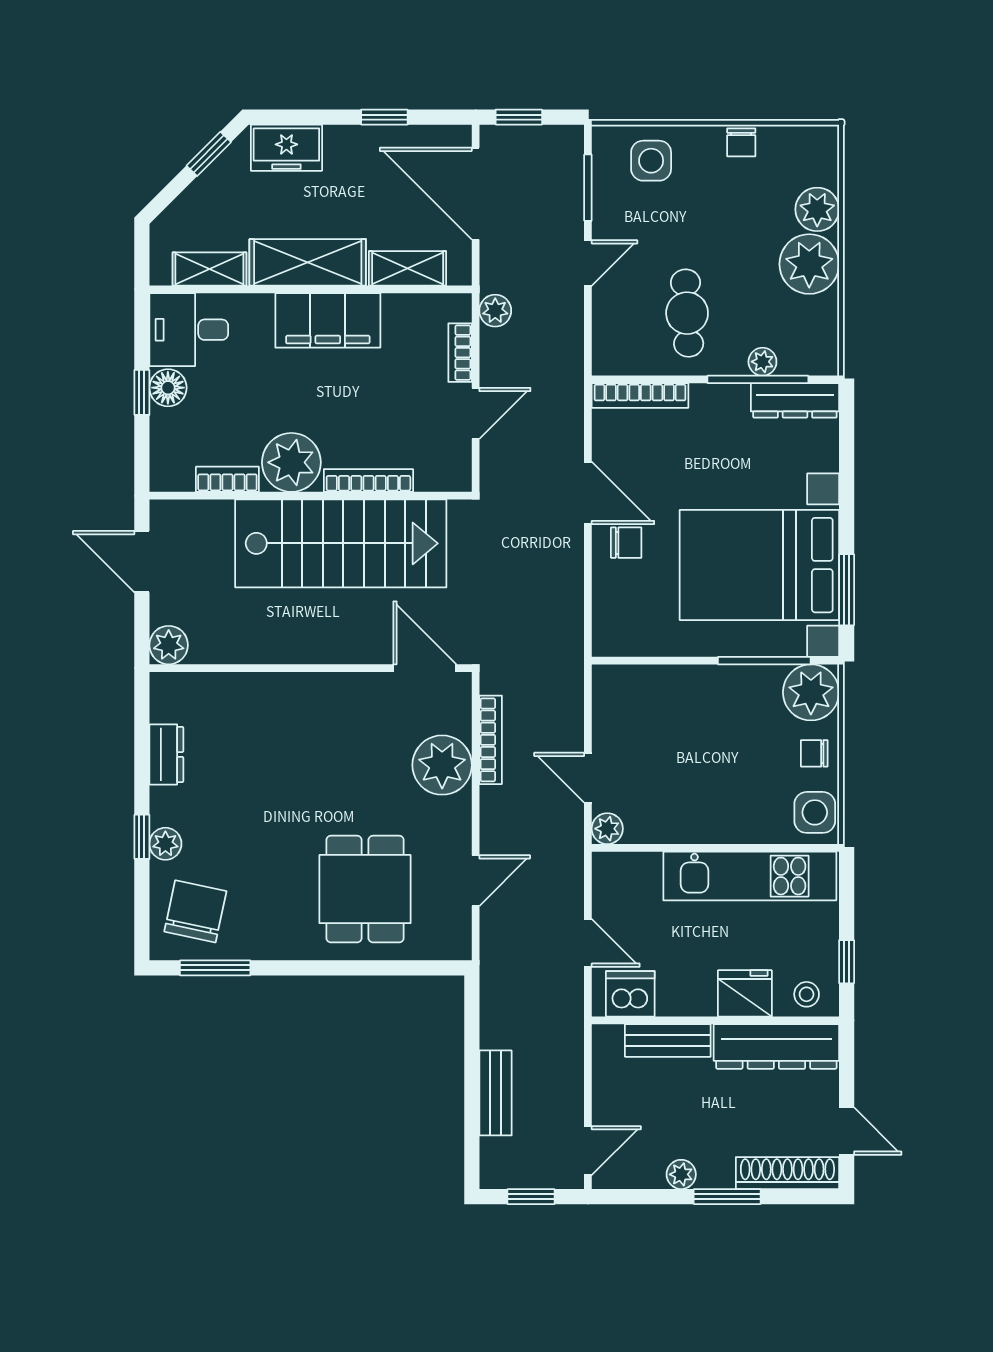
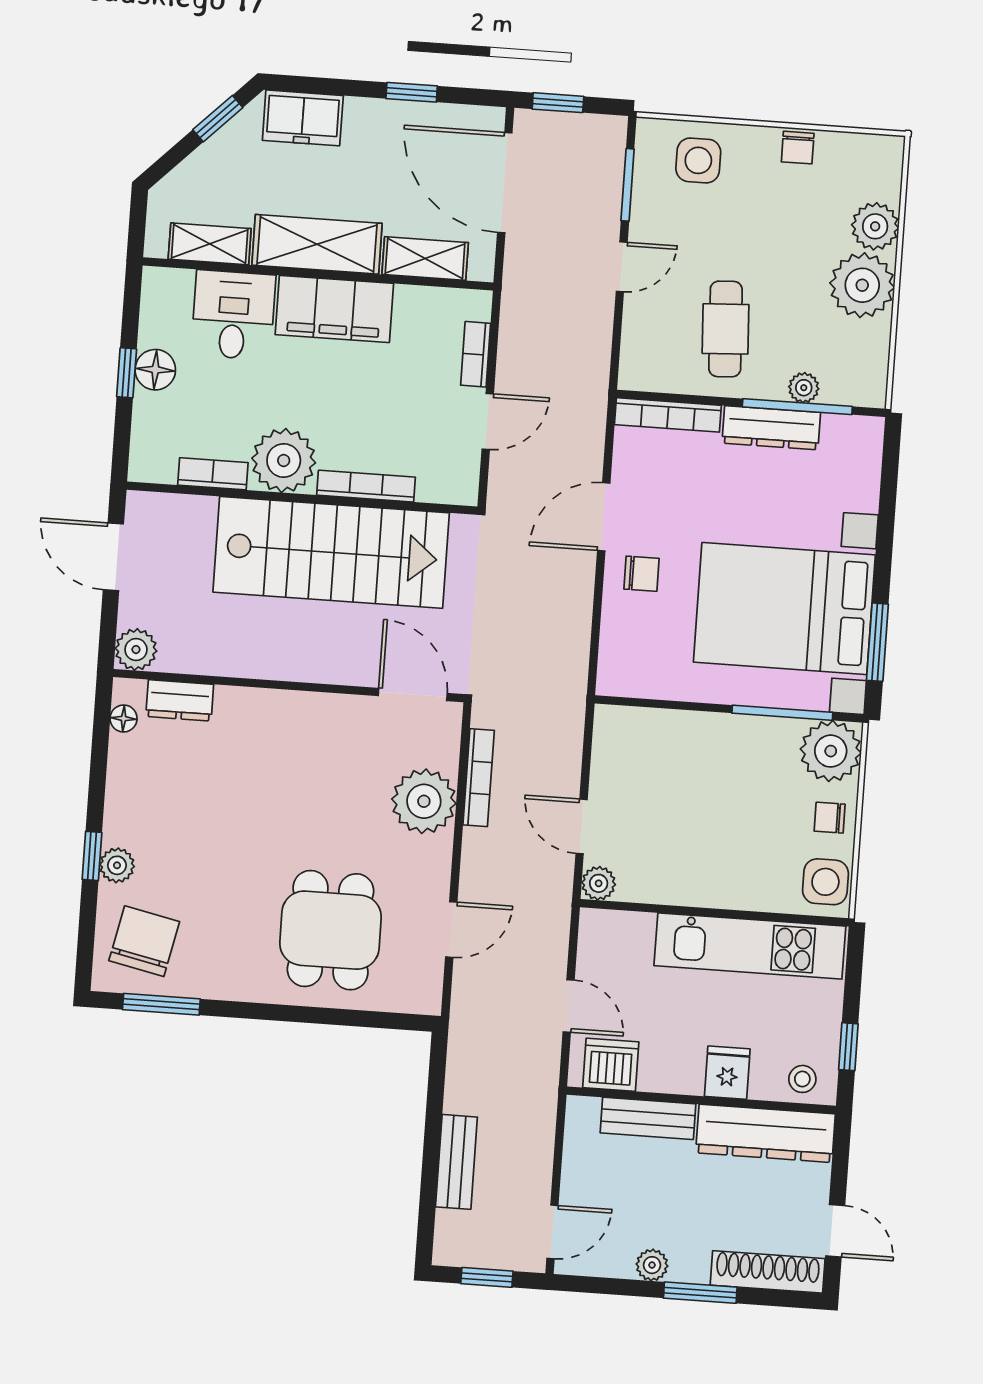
plant: (495, 311) -> (517, 311), removed
desk: (189, 330) -> (233, 315), moved, turned 90
dresser: (795, 400) -> (771, 428), moved
door: (588, 493) -> (604, 517), swing flipped
floor lamp: (162, 709) -> (124, 718), added
dresser: (166, 754) -> (180, 700), moved, turned 90
fridge: (745, 993) -> (727, 1073), width x0.72

